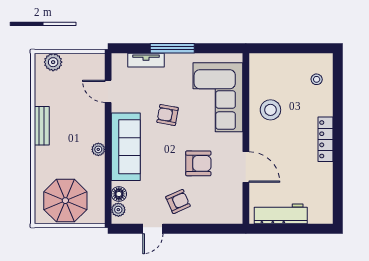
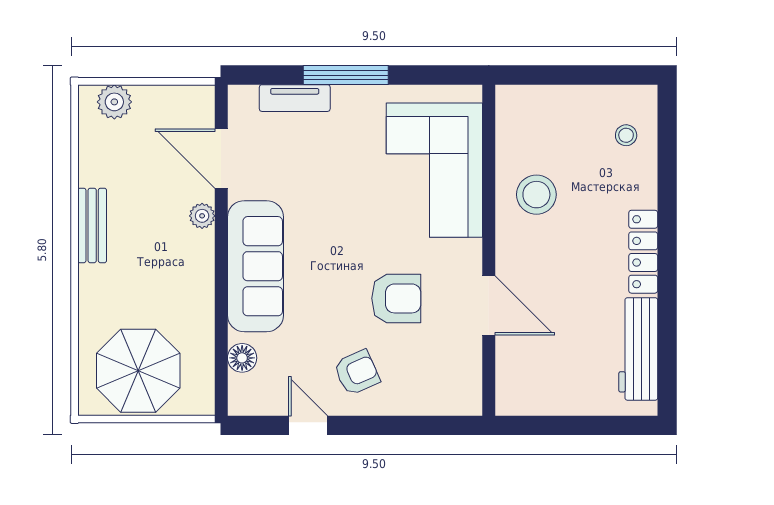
door: (108, 91) -> (221, 159), width x1.38
armchair: (168, 115) -> (337, 205), removed
plant: (98, 149) -> (202, 216), moved
plant: (118, 210) -> (241, 388), removed
workbench: (281, 214) -> (638, 349), moved, turned -90
door: (153, 229) -> (308, 425), swing flipped

